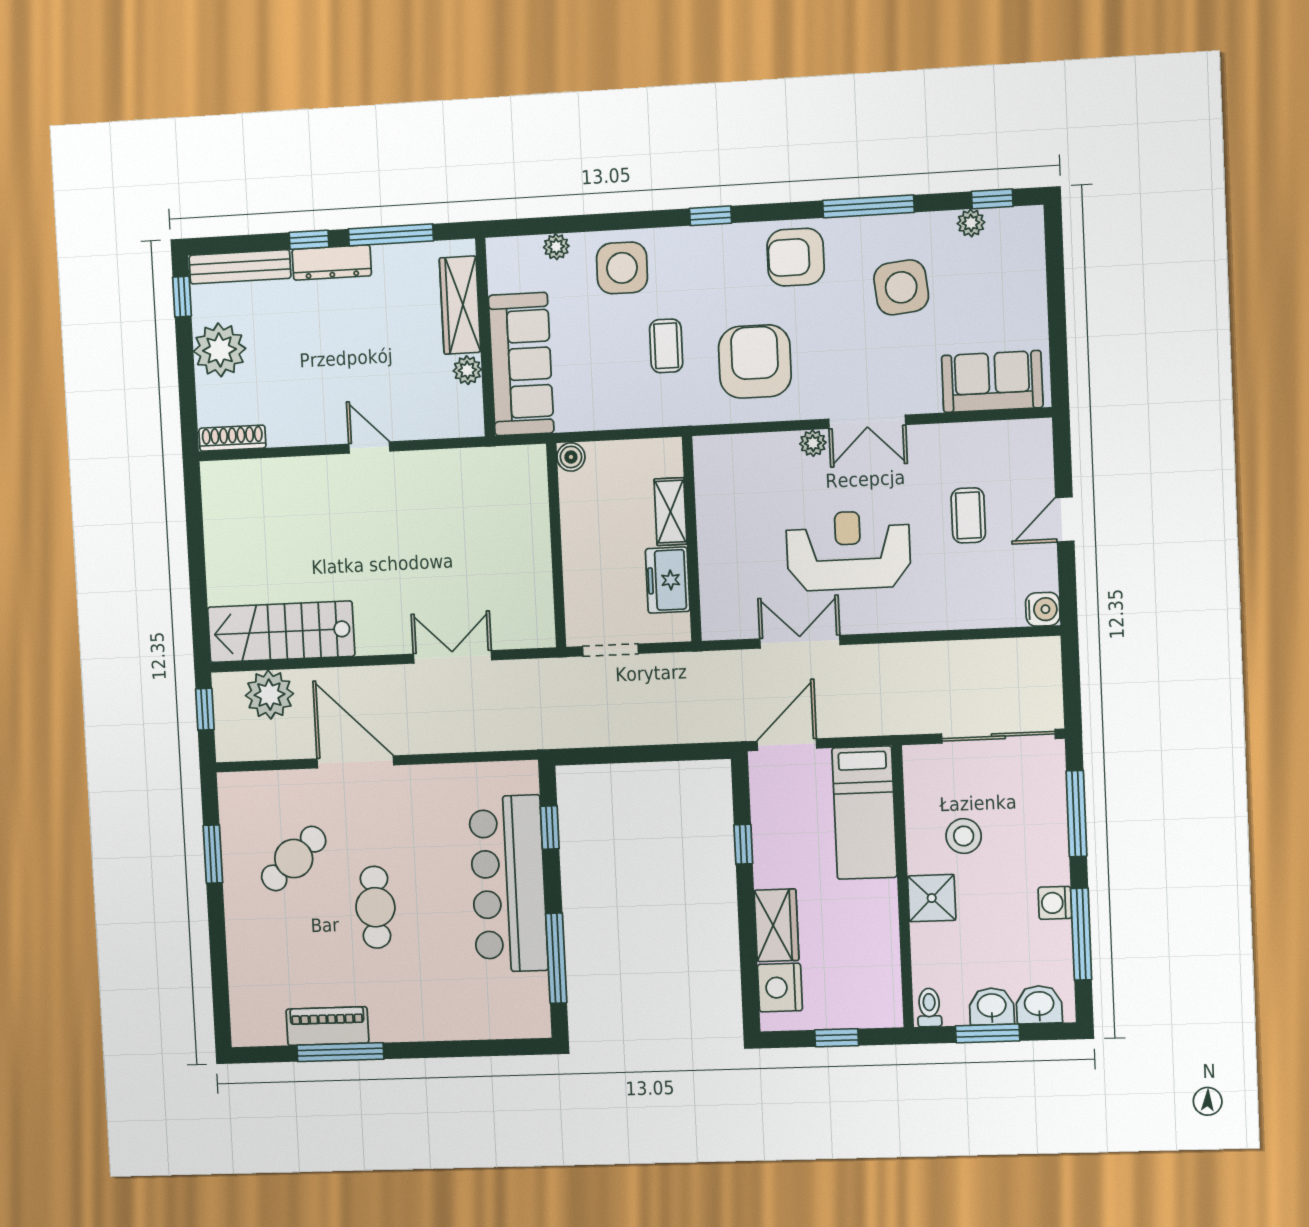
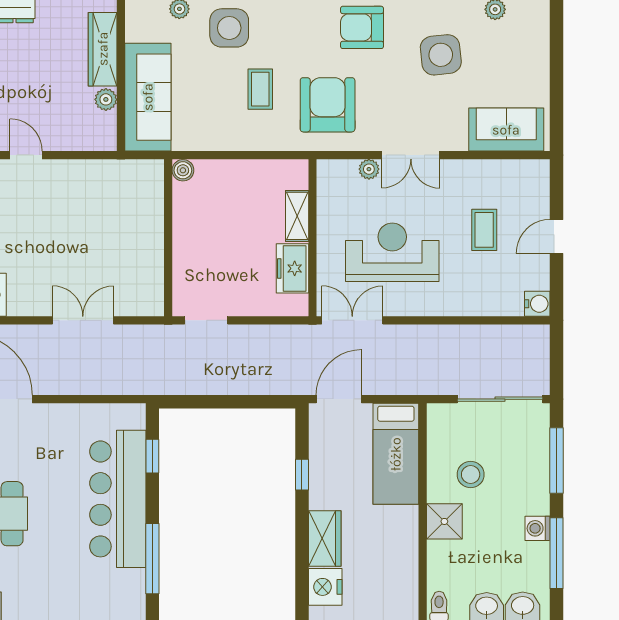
shelving: (670, 512) -> (297, 216), moved
wall: (692, 539) -> (312, 238), moved
freezer: (668, 580) -> (292, 268), moved

